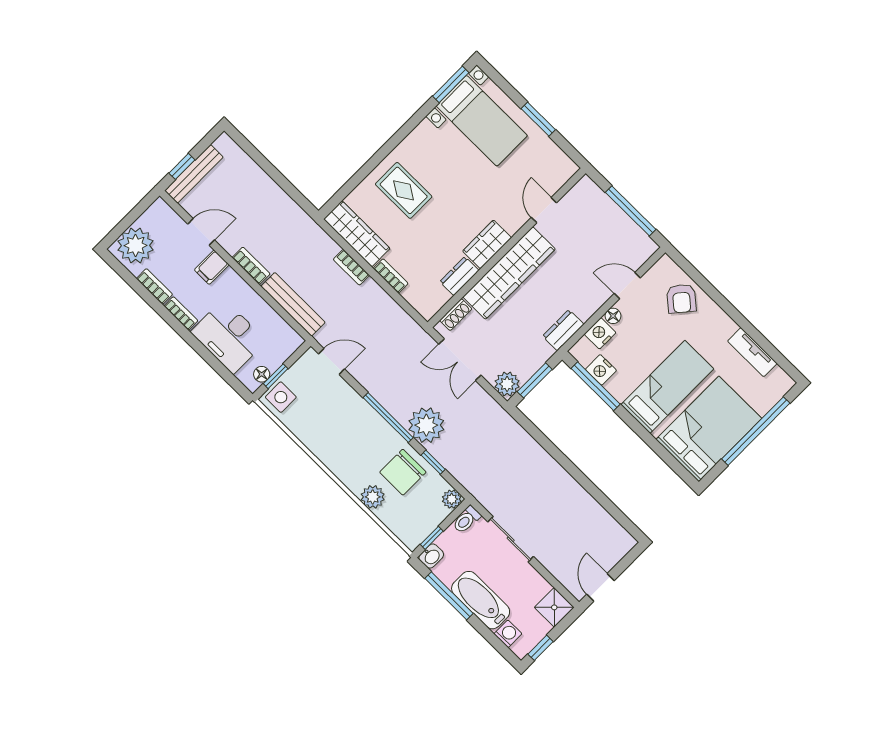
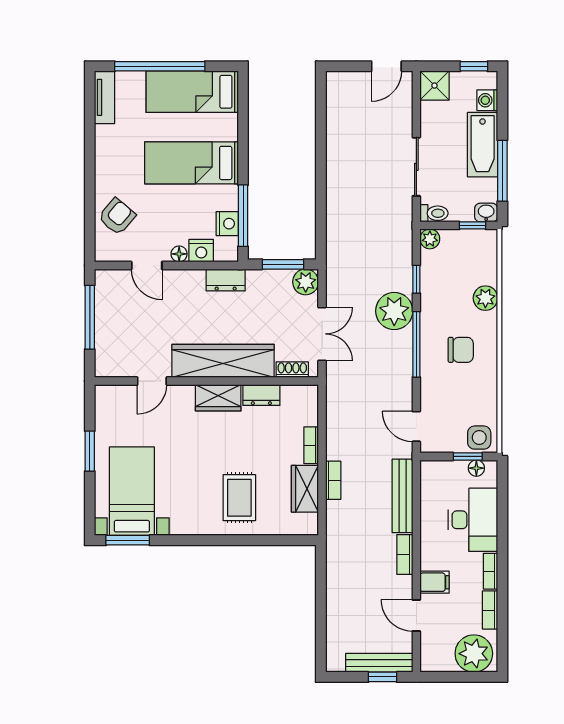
wardrobe: (357, 234) -> (305, 489), width x0.67
tv unit: (752, 352) -> (105, 97), moved
bed: (709, 429) -> (192, 92), width x0.67
chair: (403, 472) -> (461, 350), moved, width x0.73, depth x0.73

